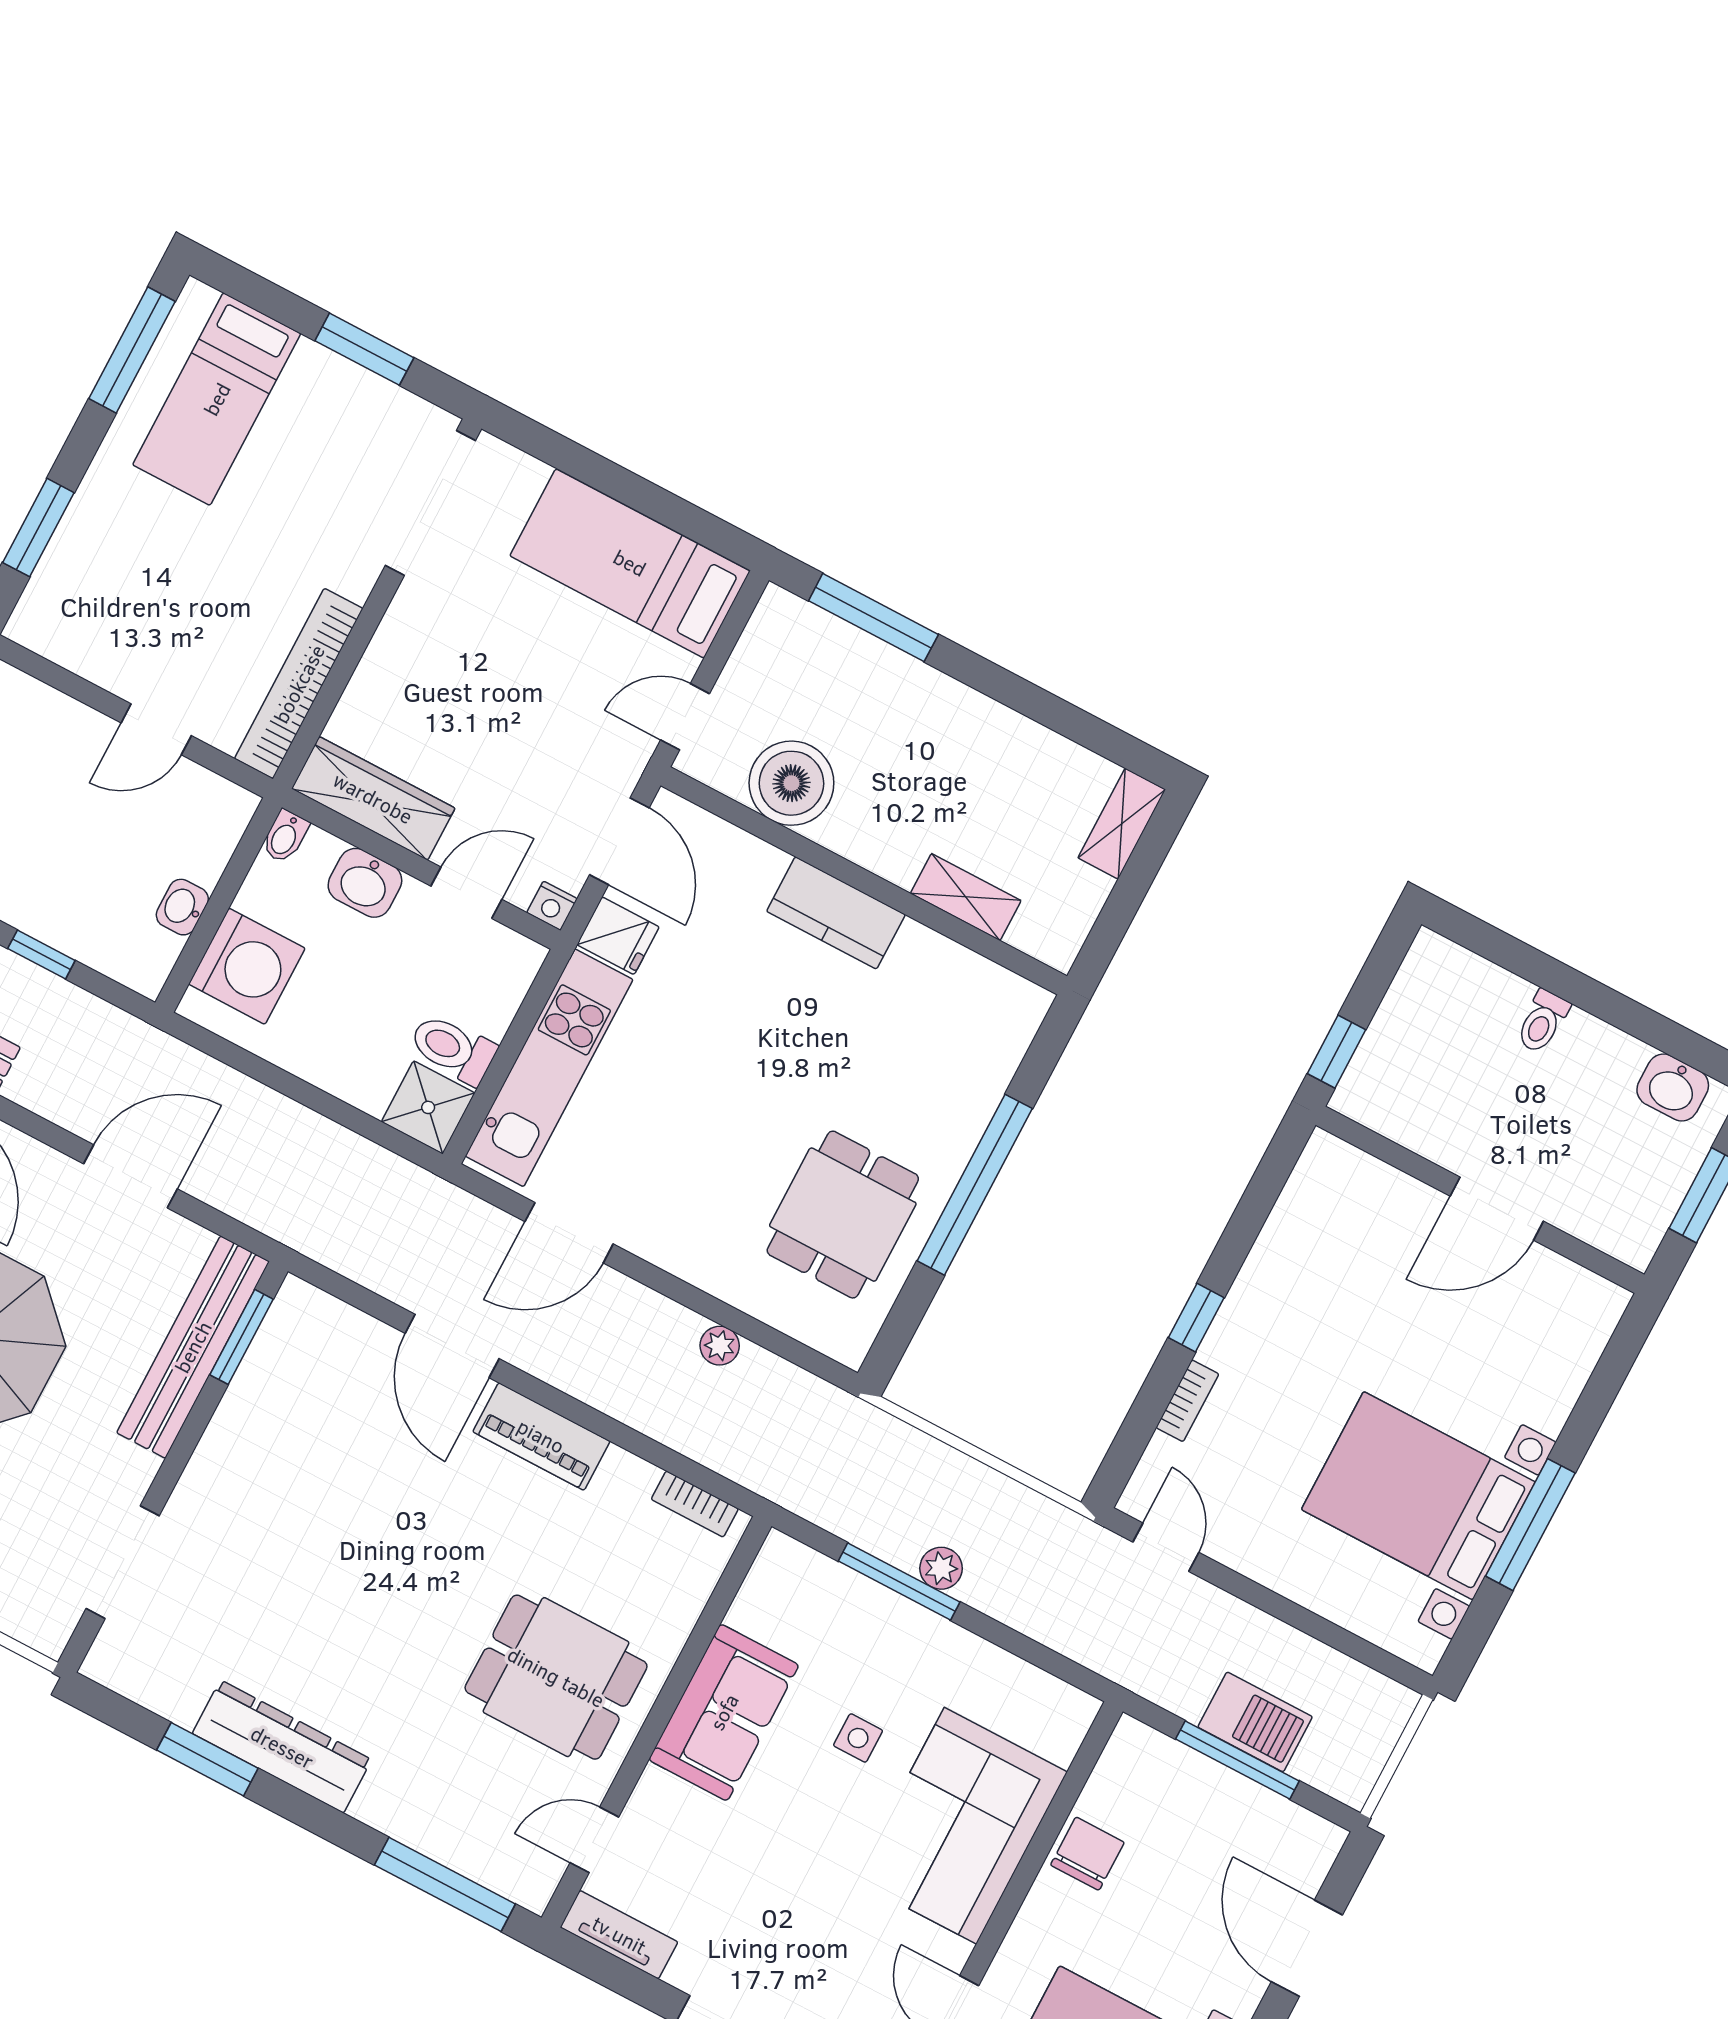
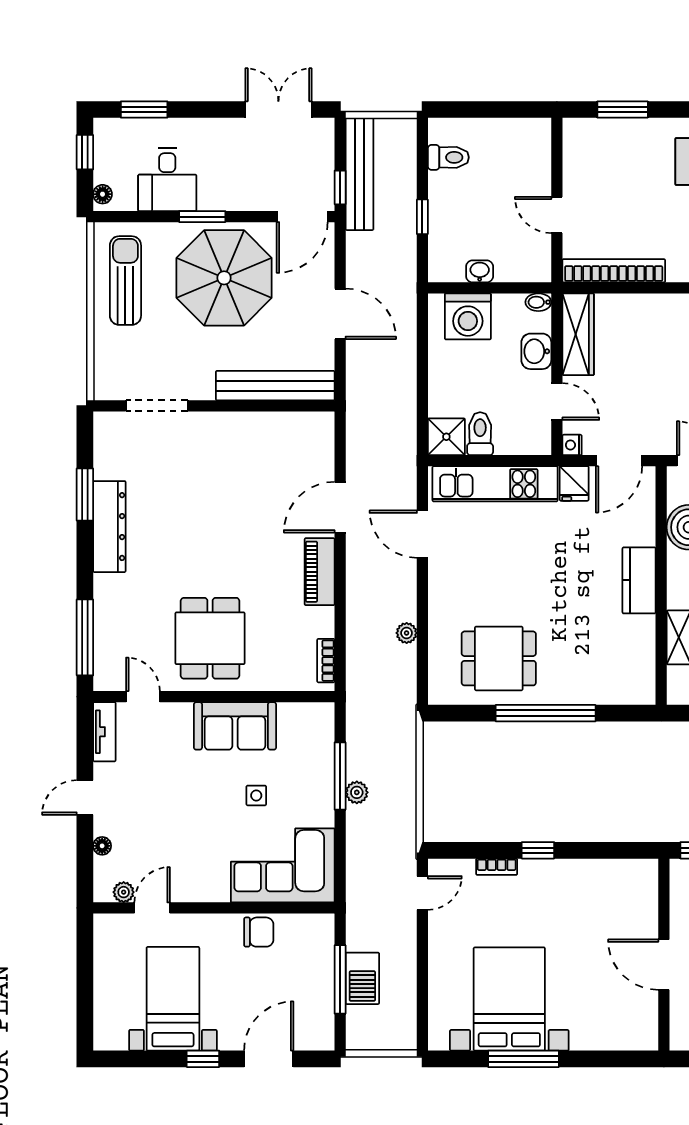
window: (241, 1337) -> (292, 406), removed
corner sofa: (960, 1826) -> (283, 865), moved

